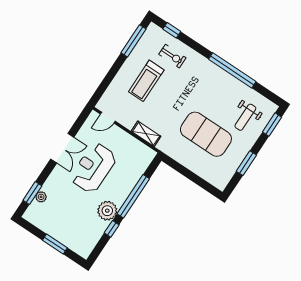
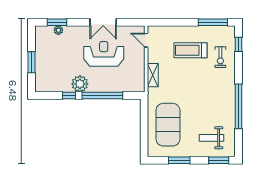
exercise mat: (206, 134) -> (168, 125), moved

